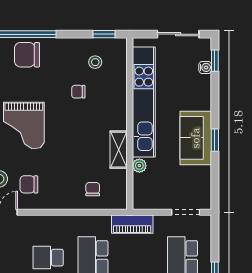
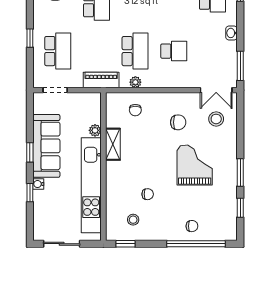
chair: (27, 55) -> (192, 226), width x0.54, depth x0.54
window: (215, 61) -> (30, 193), moved
water cooler: (205, 67) -> (38, 184), moved
sofa: (196, 138) -> (46, 146), width x1.36
chair: (29, 184) -> (178, 122), moved
plant: (93, 222) -> (135, 82), added

